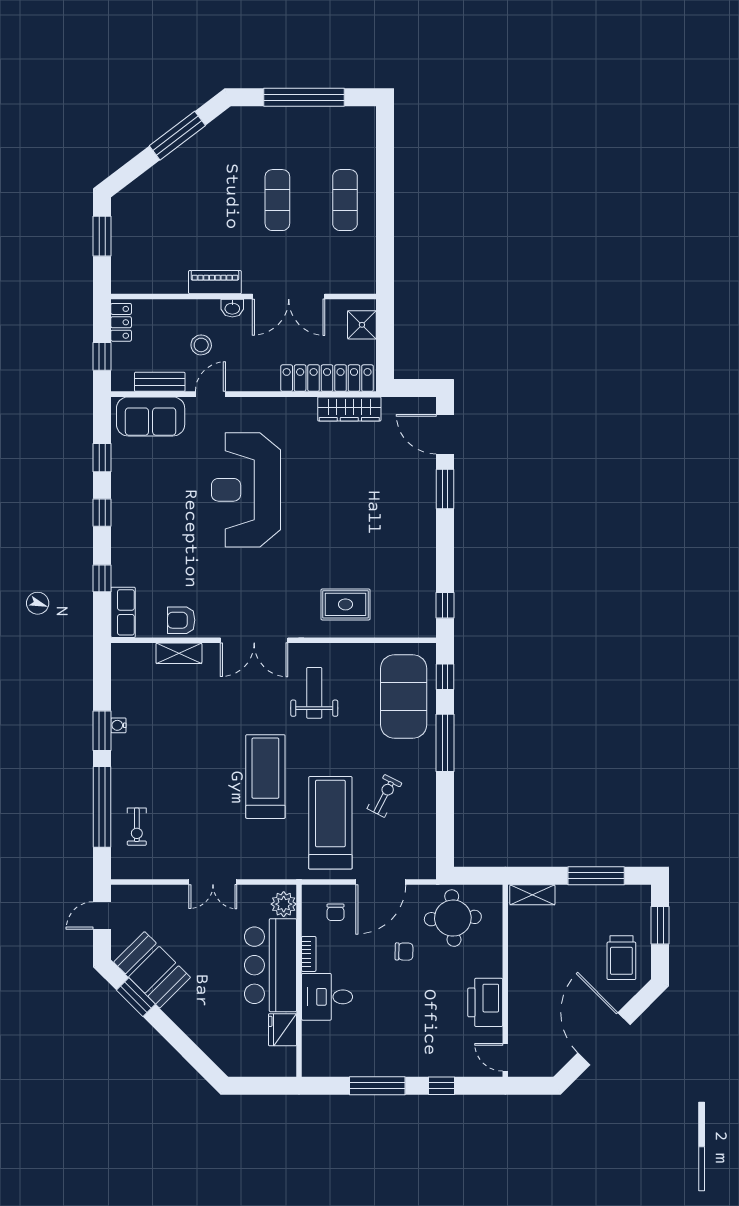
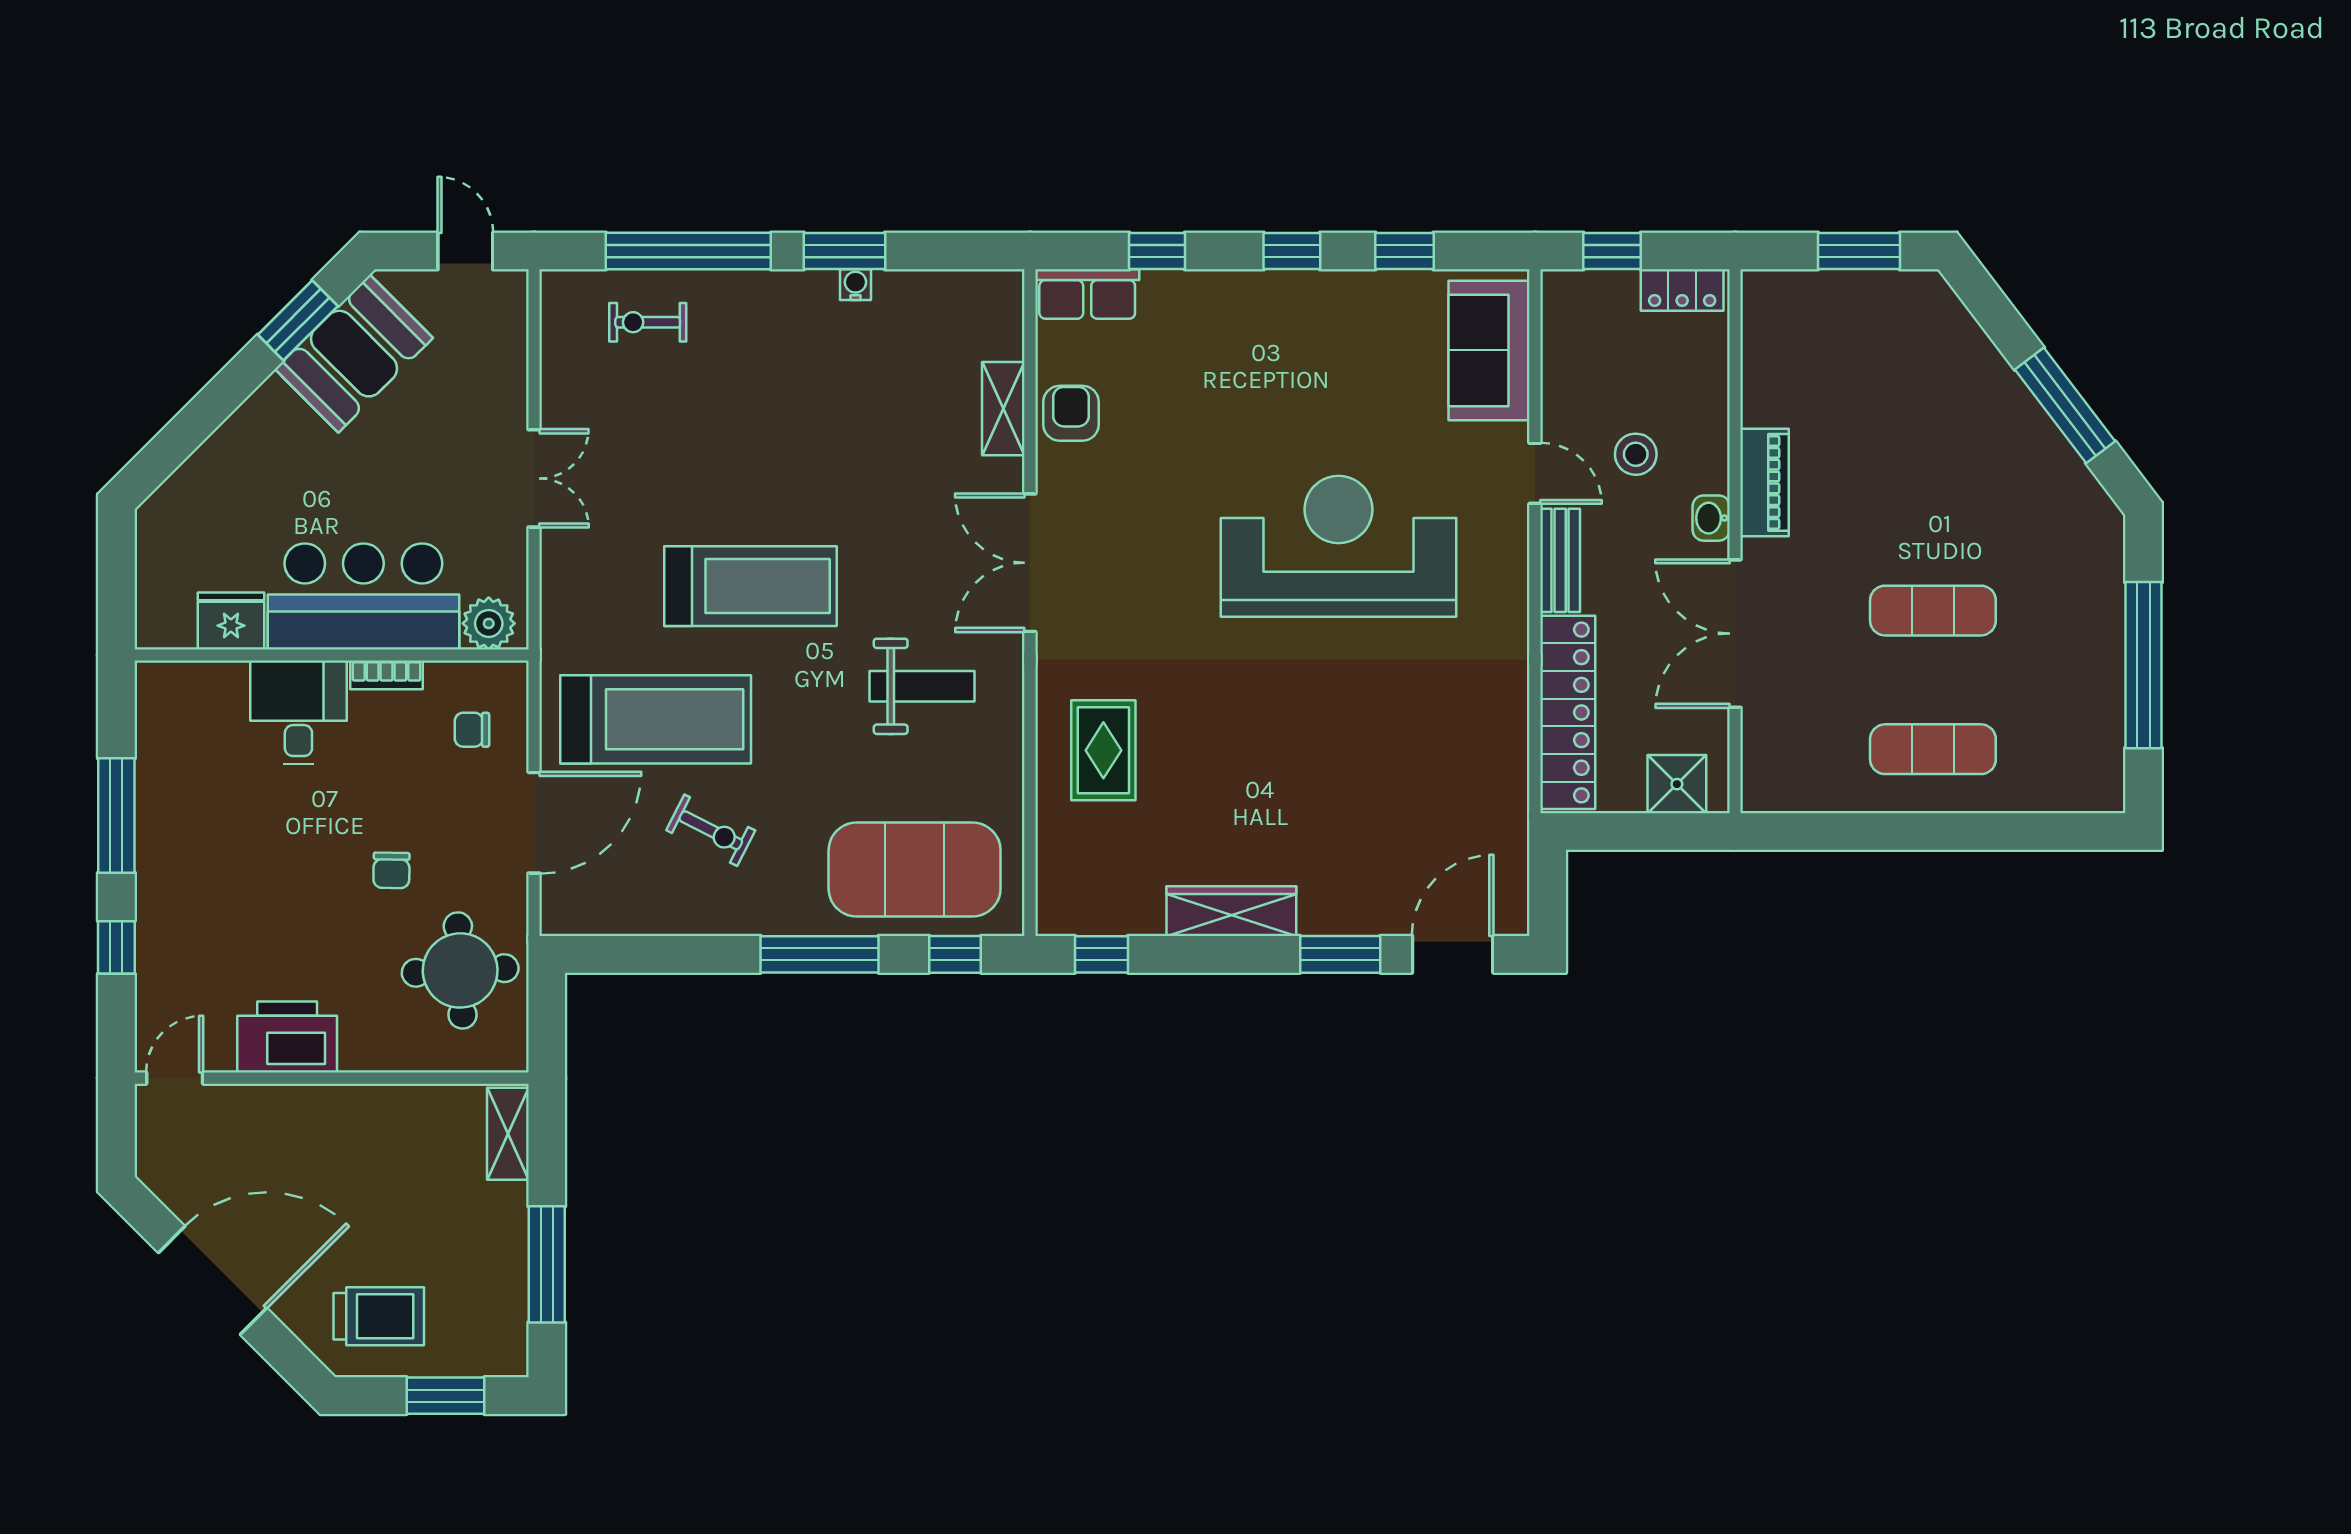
bench: (160, 382) -> (1560, 560), moved
wardrobe: (349, 409) -> (1231, 911), moved, turned 90
double door: (213, 882) -> (534, 478), swing flipped
door: (381, 882) -> (534, 823), swing flipped
trolley: (621, 958) -> (379, 1316), turned 180

